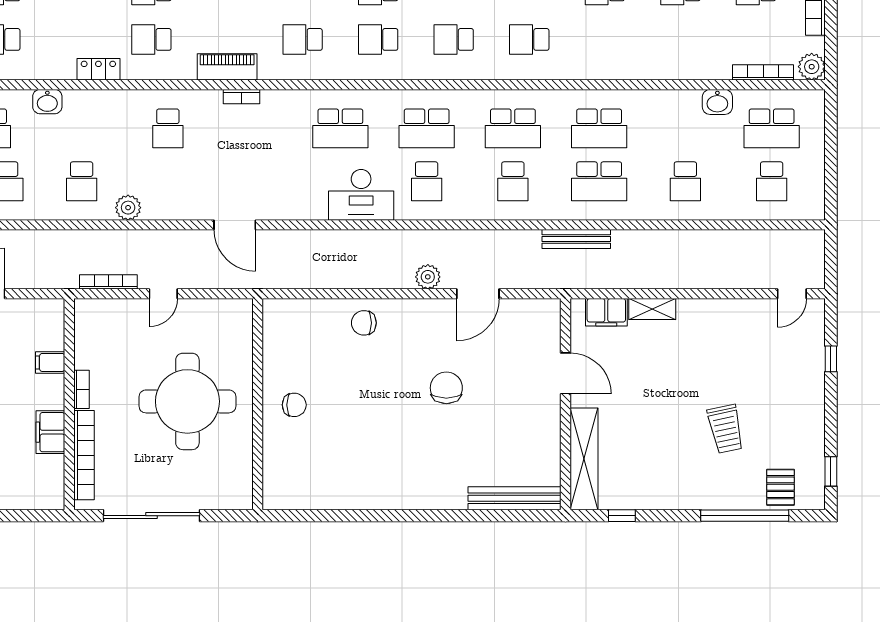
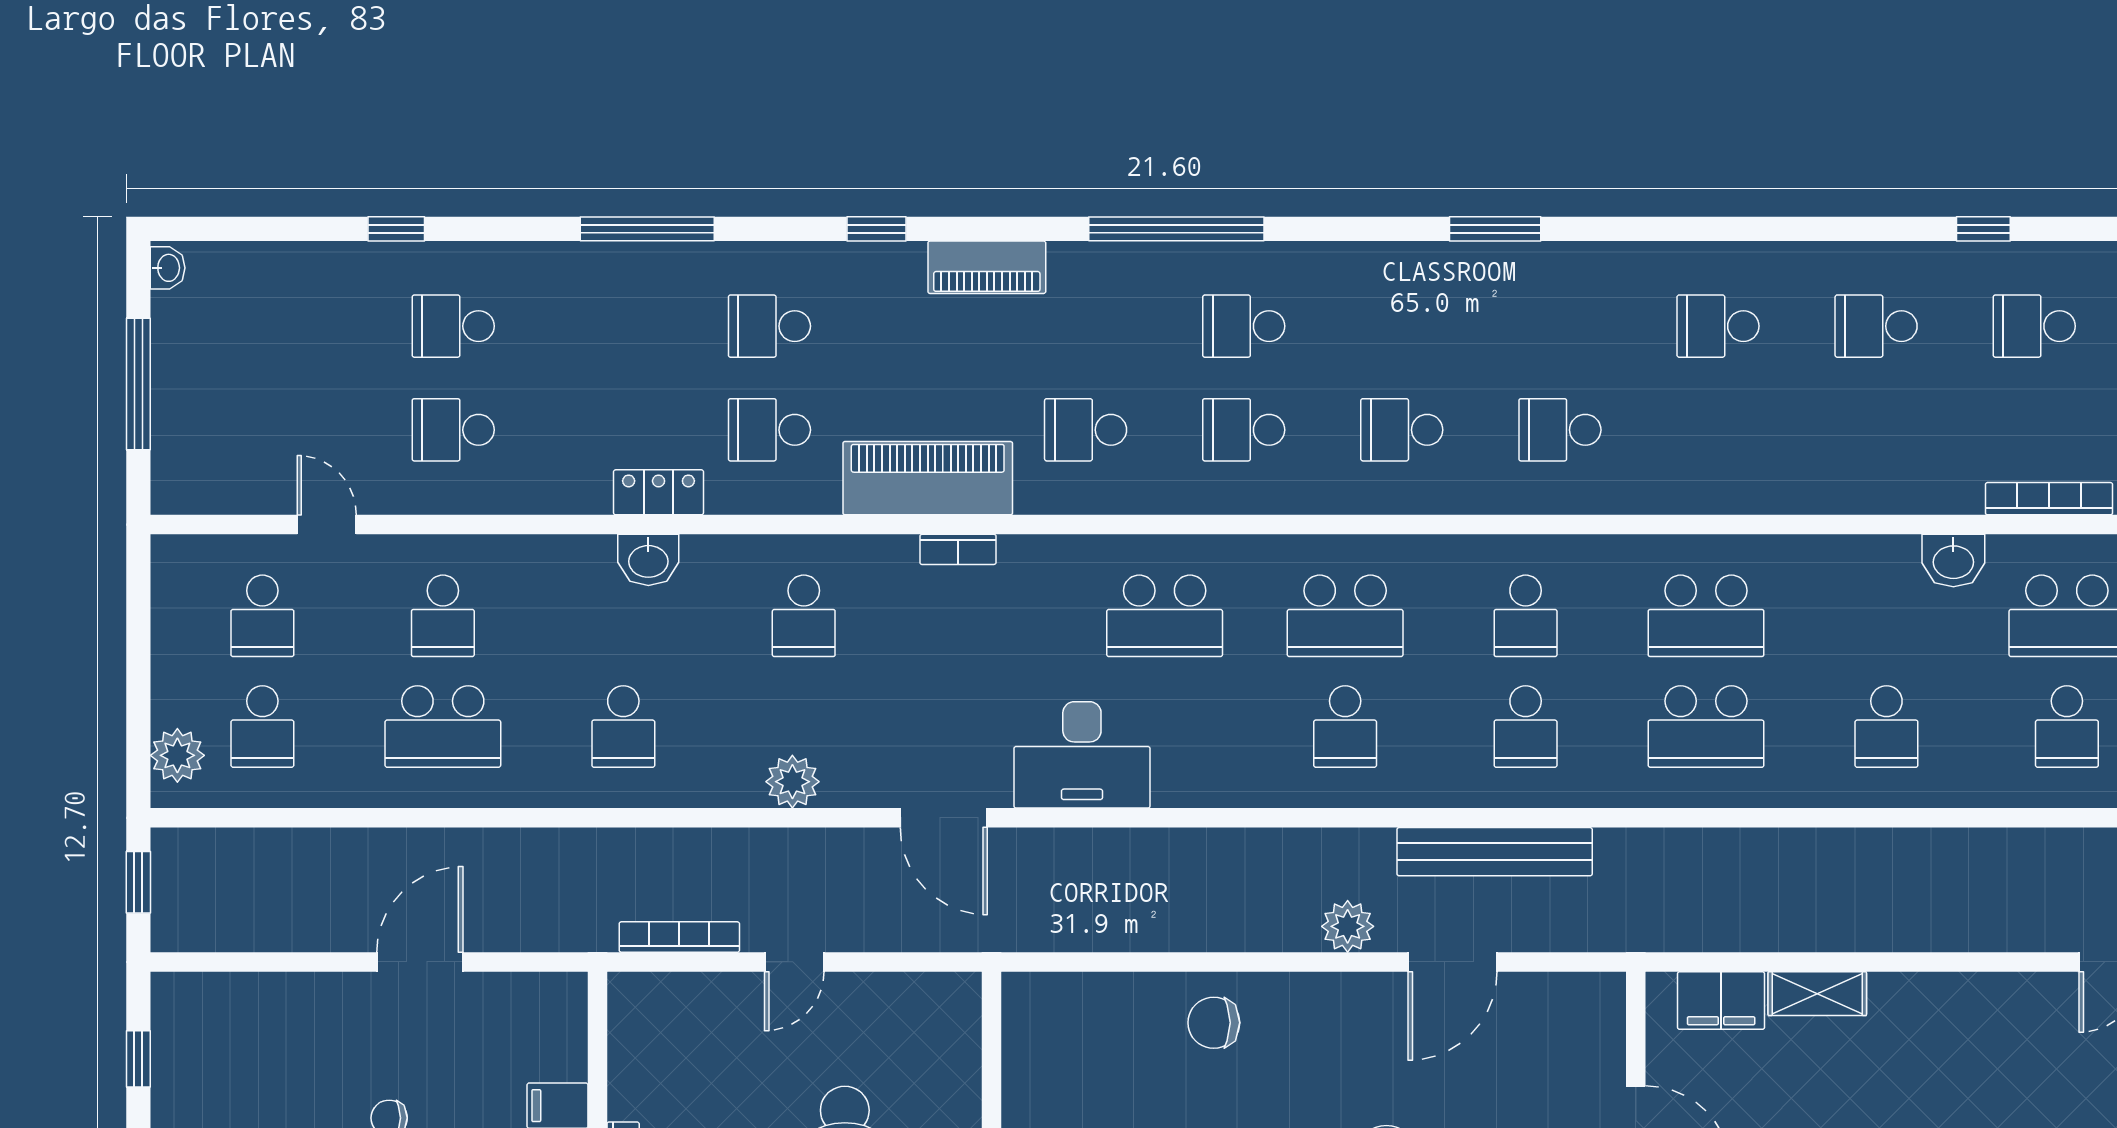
piano: (227, 67) -> (928, 478), width x1.37, depth x1.33
washbasin: (47, 102) -> (648, 560), moved
school desk: (513, 128) -> (1526, 616), width x0.54
desk: (361, 195) -> (1082, 755), moved
plant: (128, 208) -> (792, 782), moved
bench: (576, 239) -> (1495, 852), moved, width x1.37, depth x1.21

